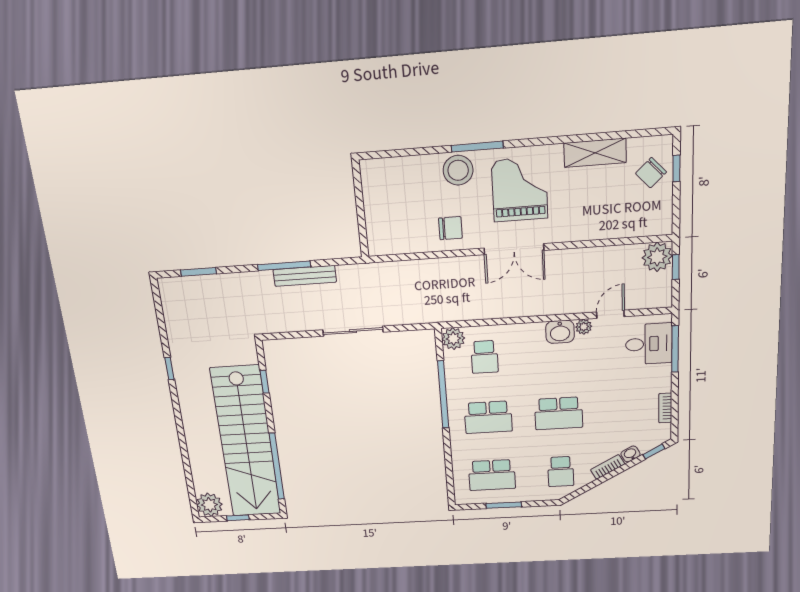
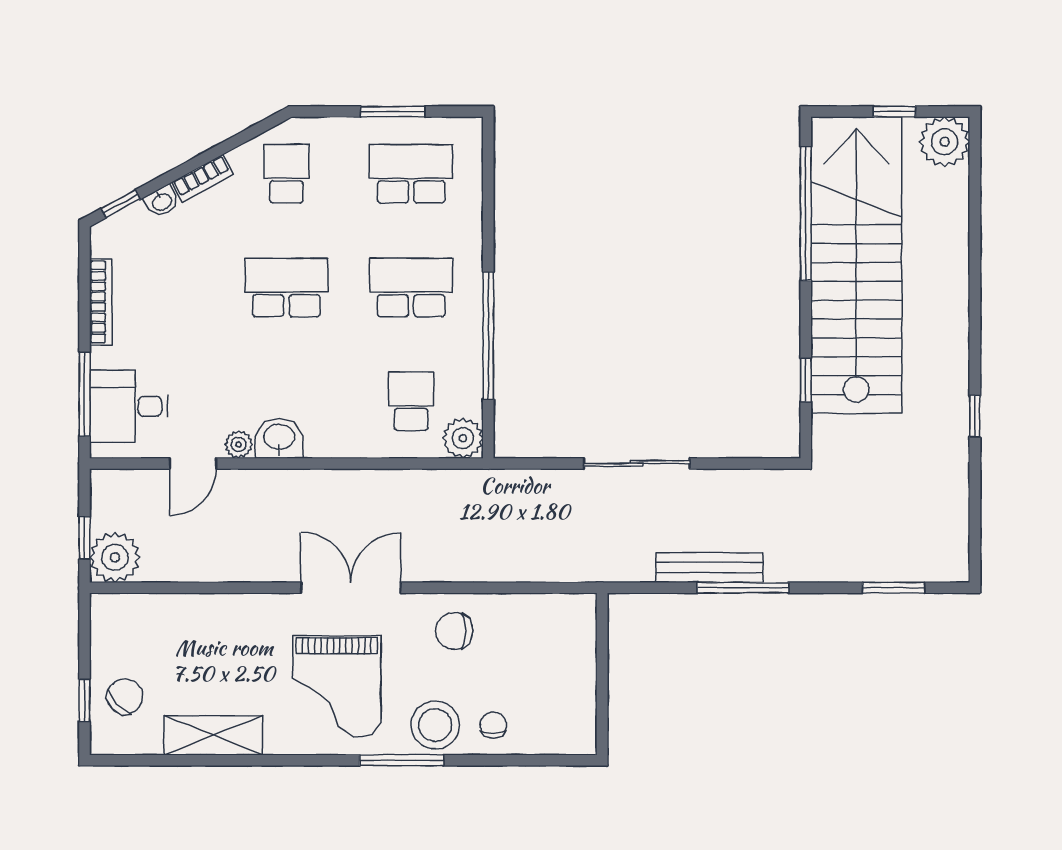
chair: (423, 173) -> (493, 725), added
bookcase: (665, 408) -> (101, 302), width x1.56

